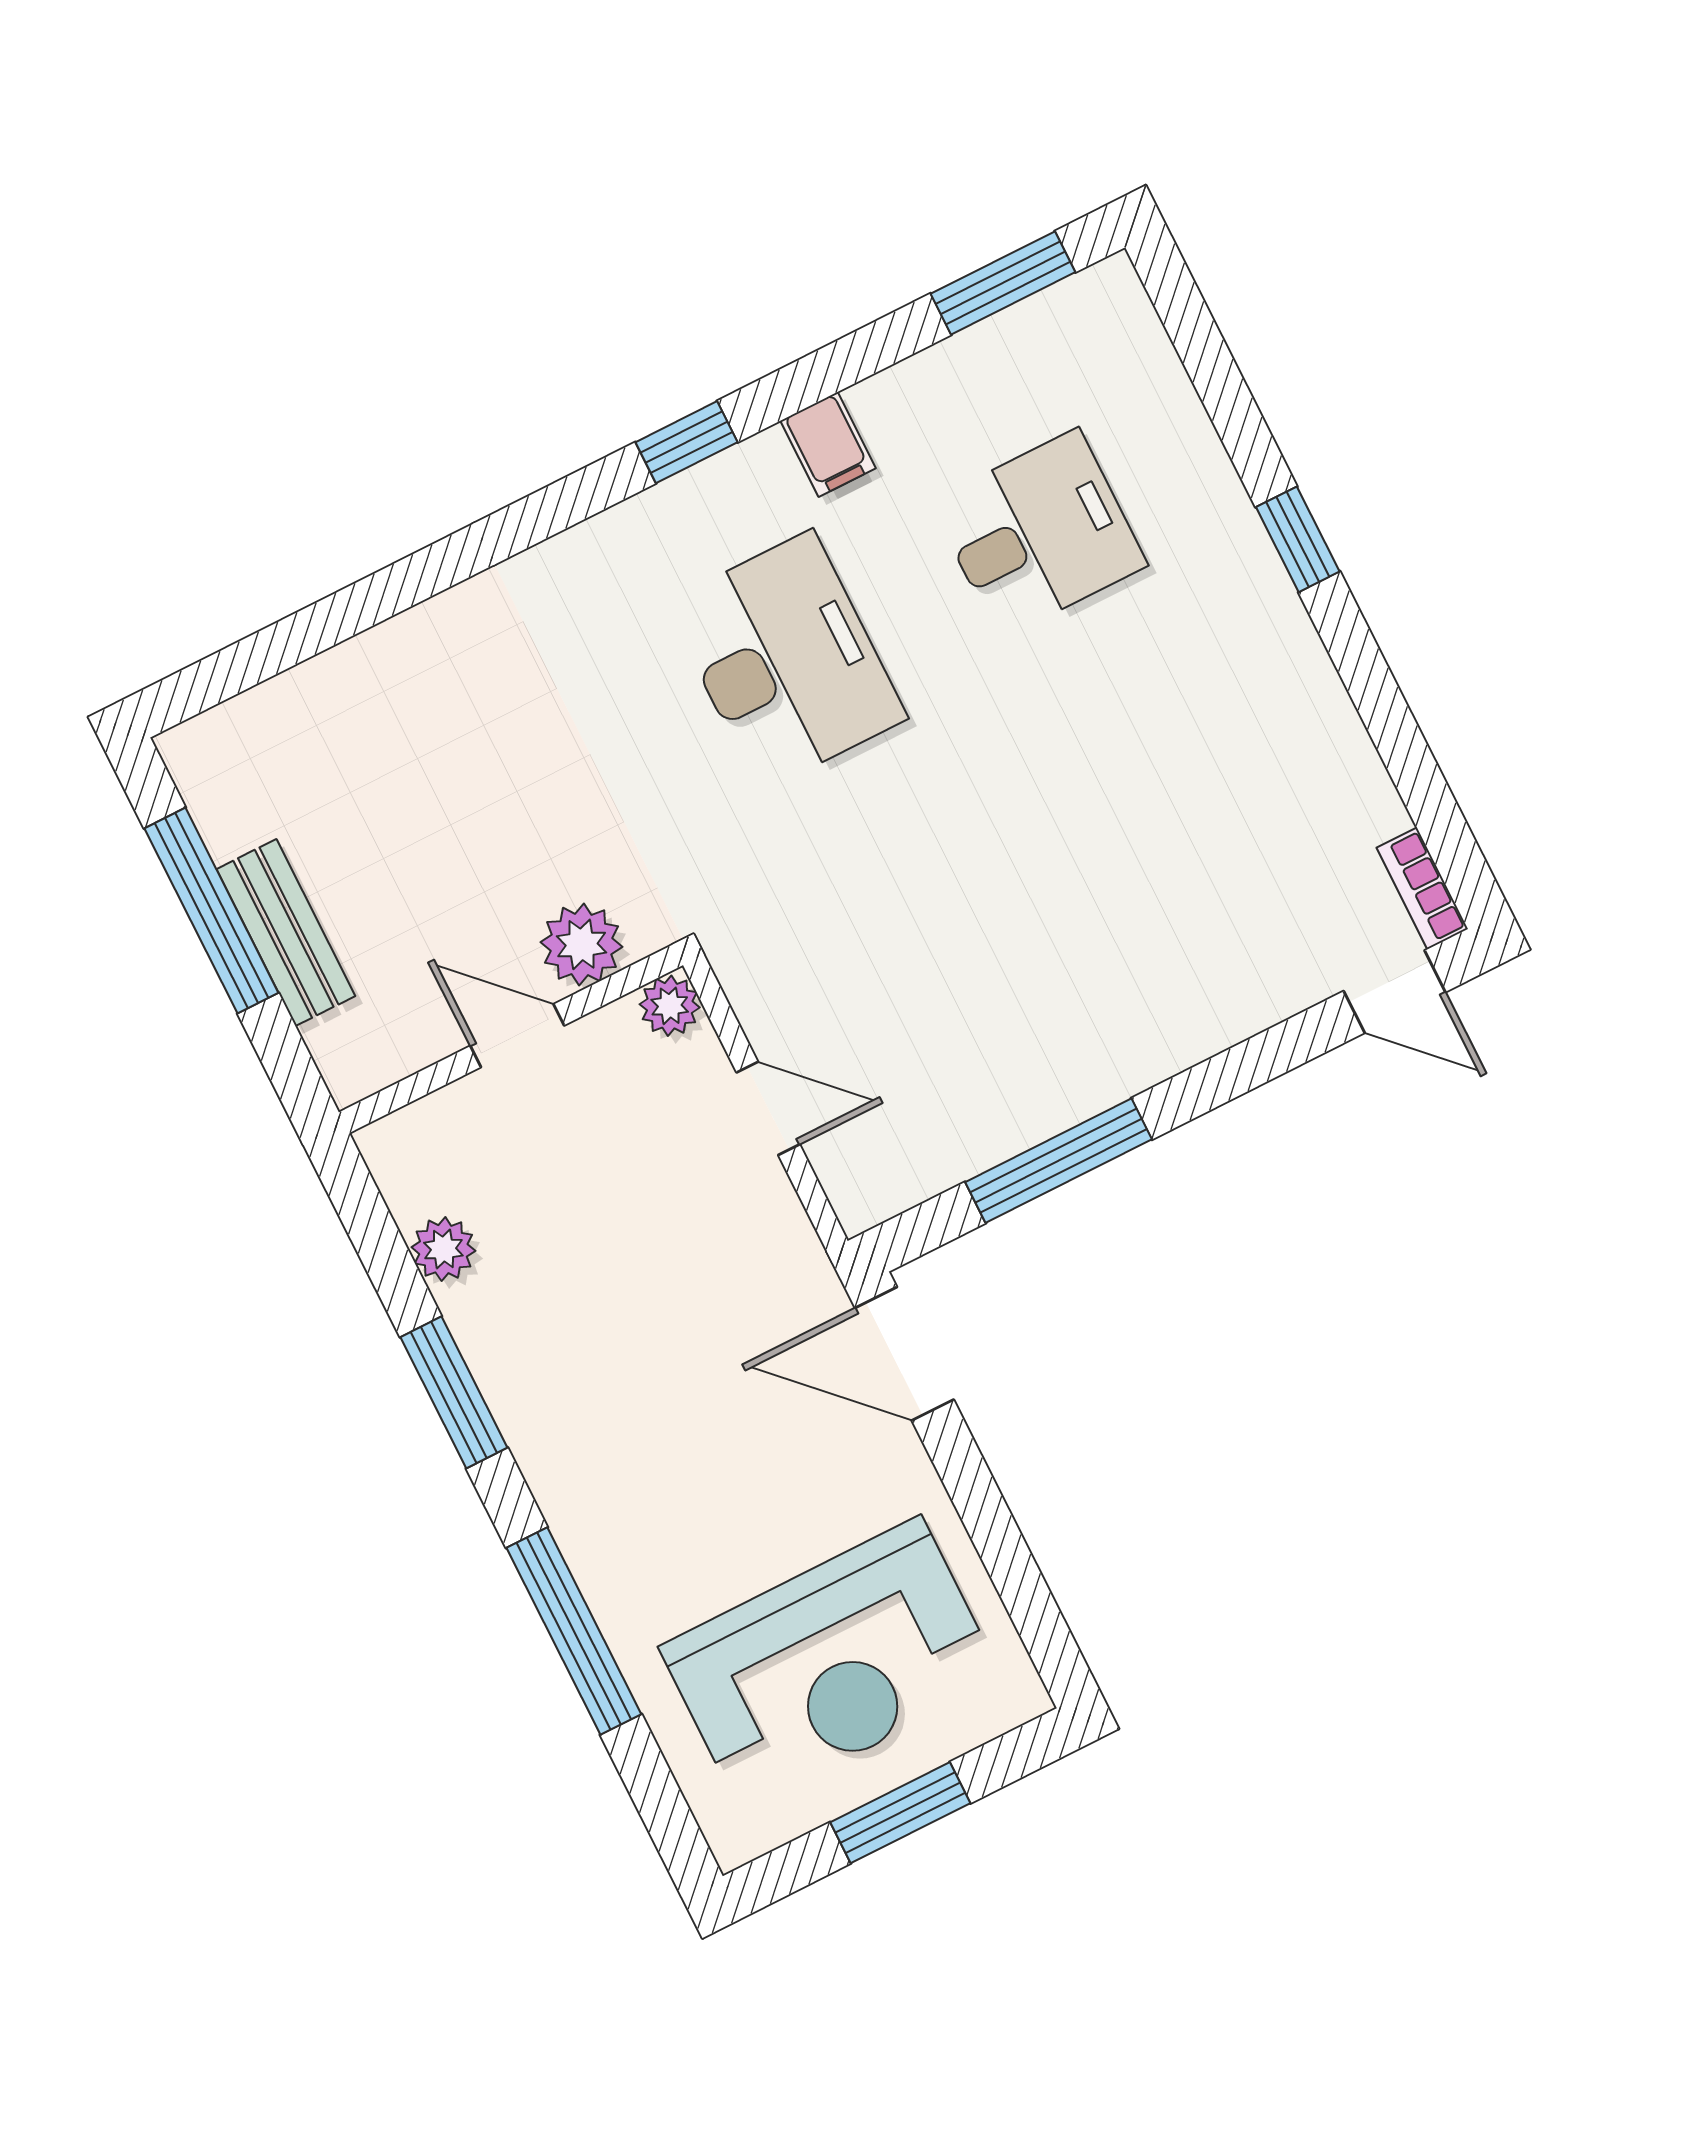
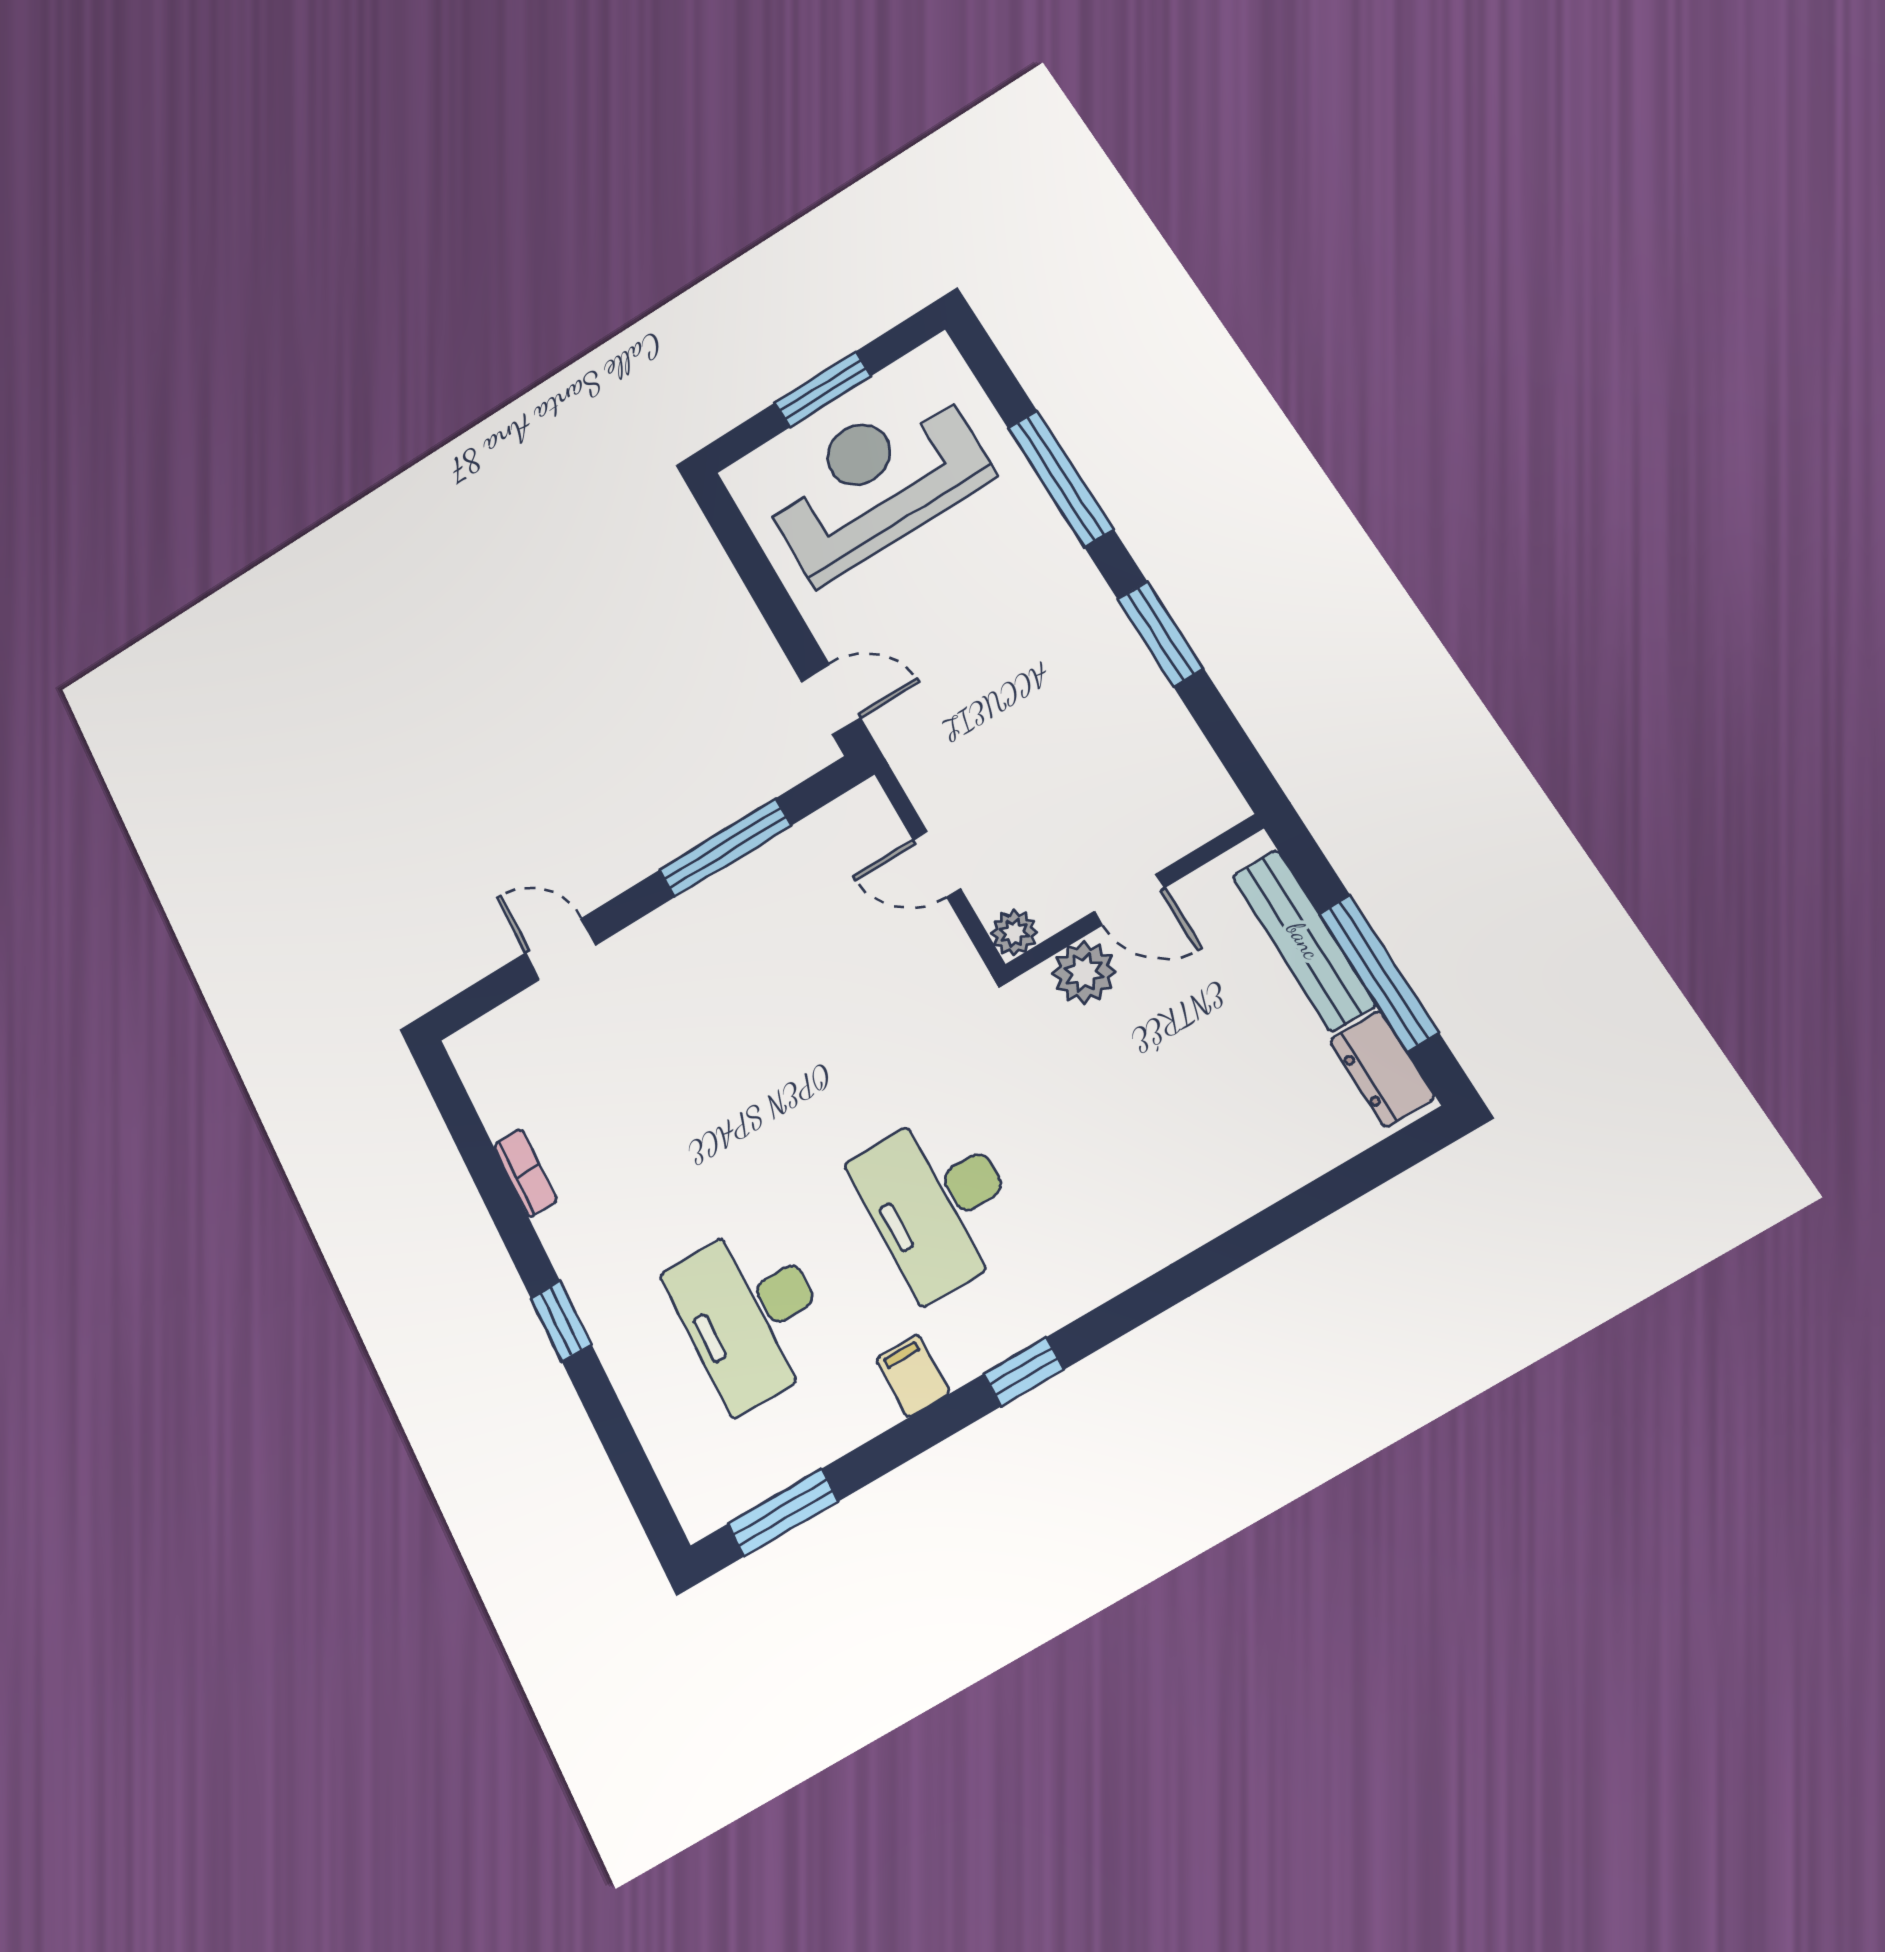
desk: (1039, 534) -> (751, 1314), width x1.37
dresser: (217, 789) -> (1382, 1069), added
bookcase: (1422, 888) -> (525, 1173), moved
bench: (286, 933) -> (1304, 940), width x1.36
door: (1395, 992) -> (560, 949), moved
plant: (443, 1249) -> (1175, 736), removed
door: (904, 1354) -> (831, 700), width x0.73

